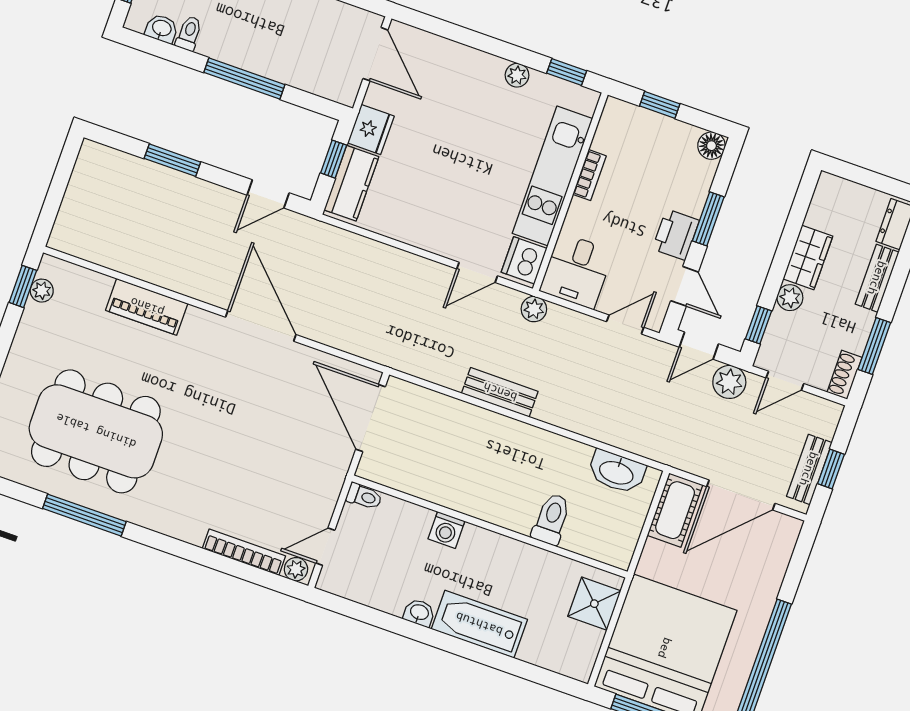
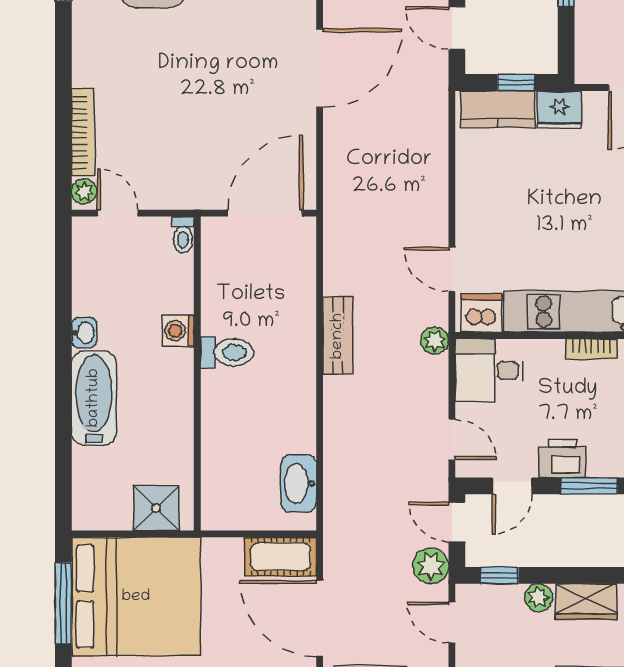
toilet: (551, 519) -> (227, 353), moved

